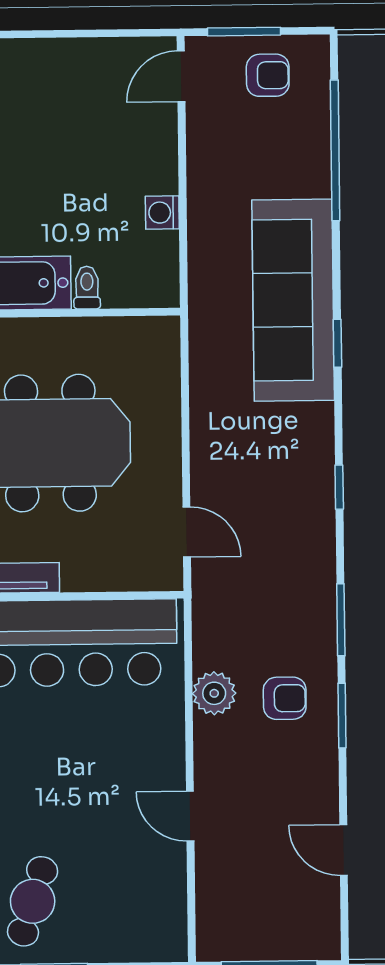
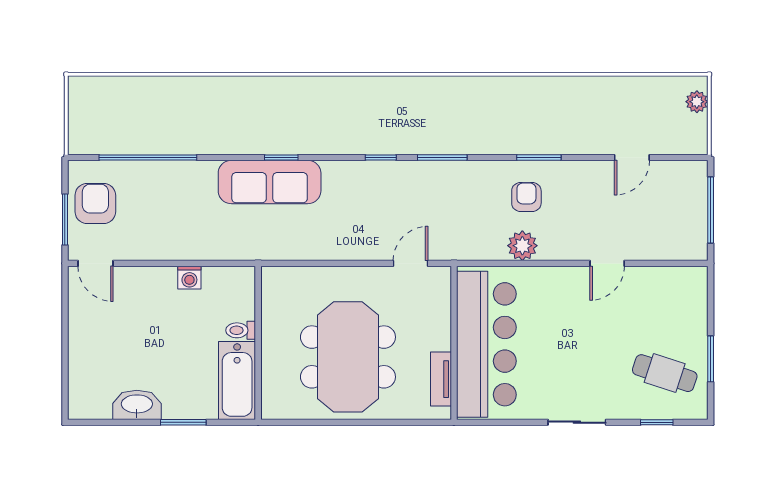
armchair: (268, 75) -> (95, 203), width x1.38, depth x1.38
sofa: (293, 300) -> (270, 182), width x0.74, depth x0.79
window: (341, 620) -> (442, 158), moved

